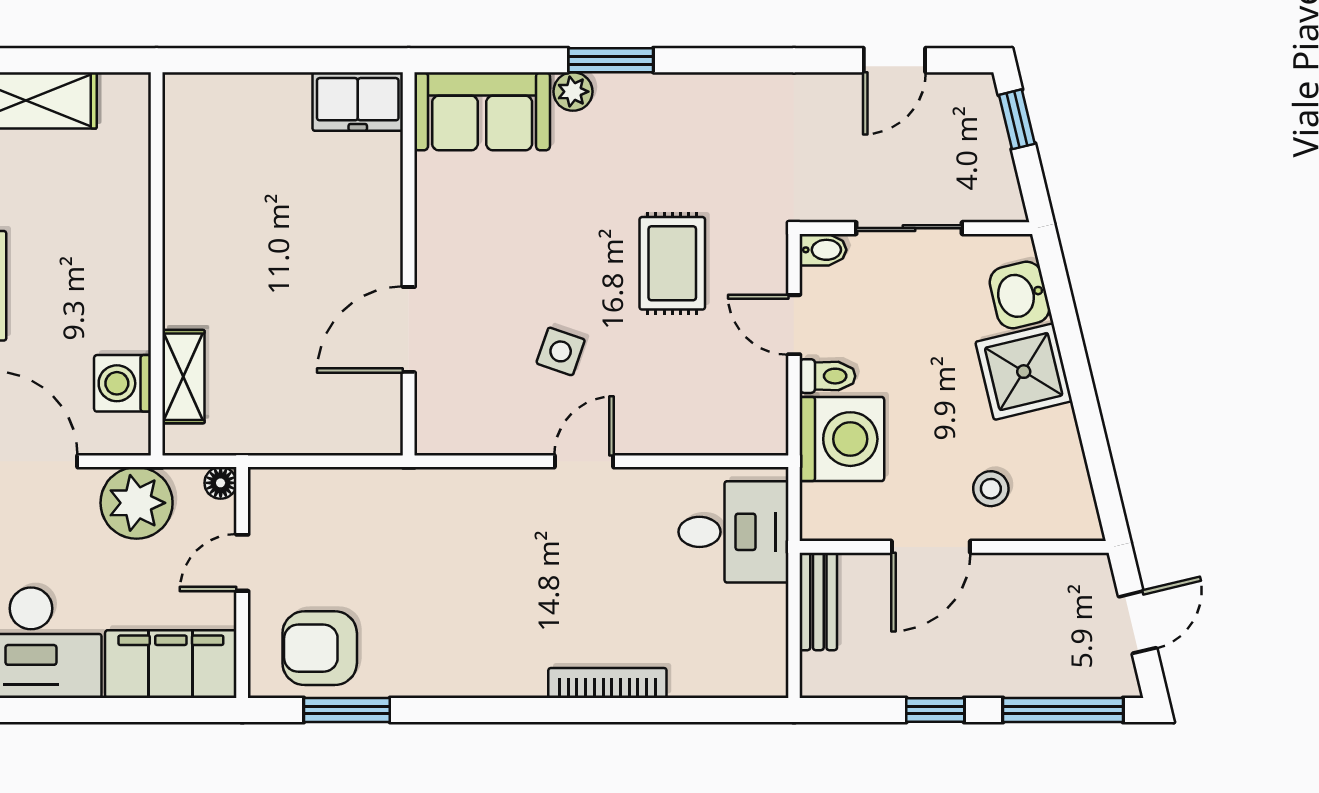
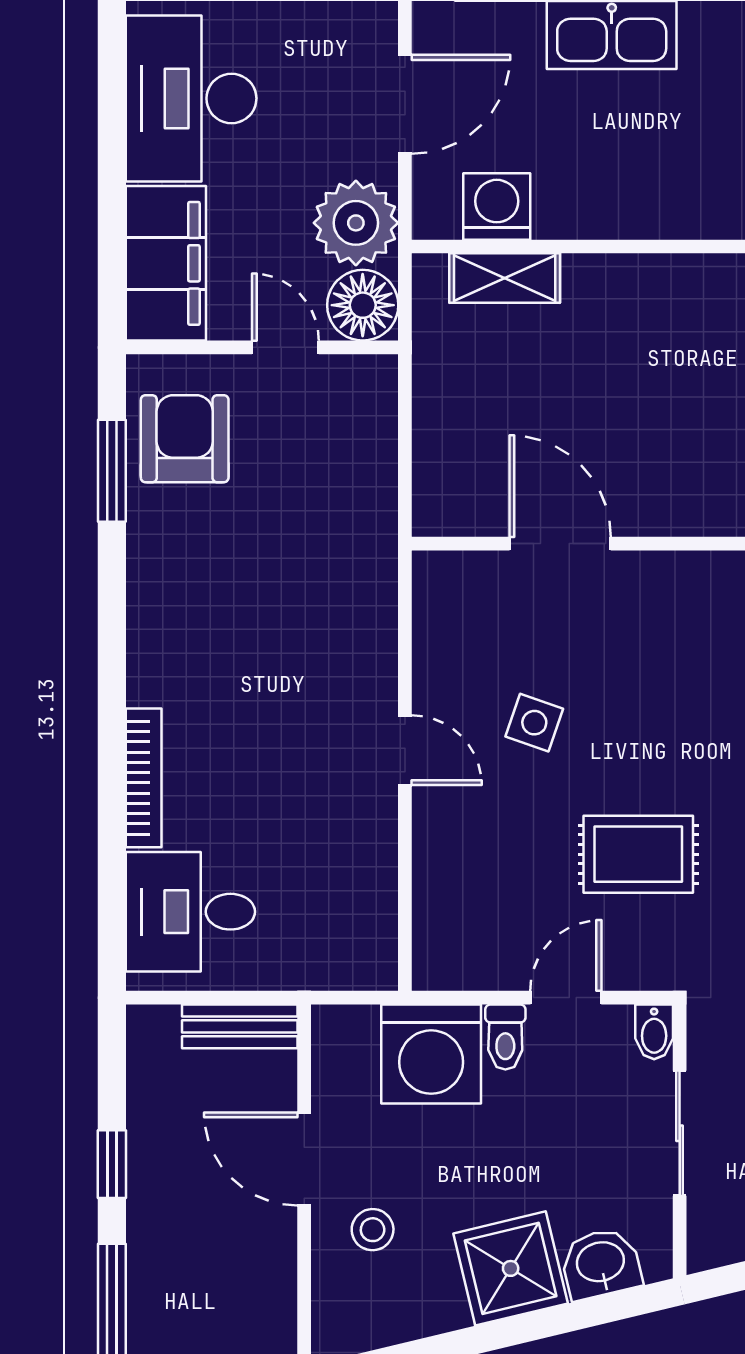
floor lamp: (221, 483) -> (363, 305), width x1.89, depth x1.89
desk: (733, 532) -> (190, 912), moved, turned 90

